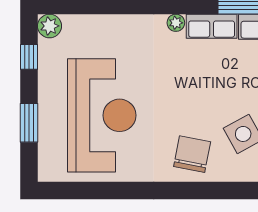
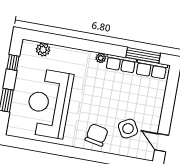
plant: (50, 26) -> (43, 50), moved
reception desk: (102, 115) -> (49, 103), turned 180

